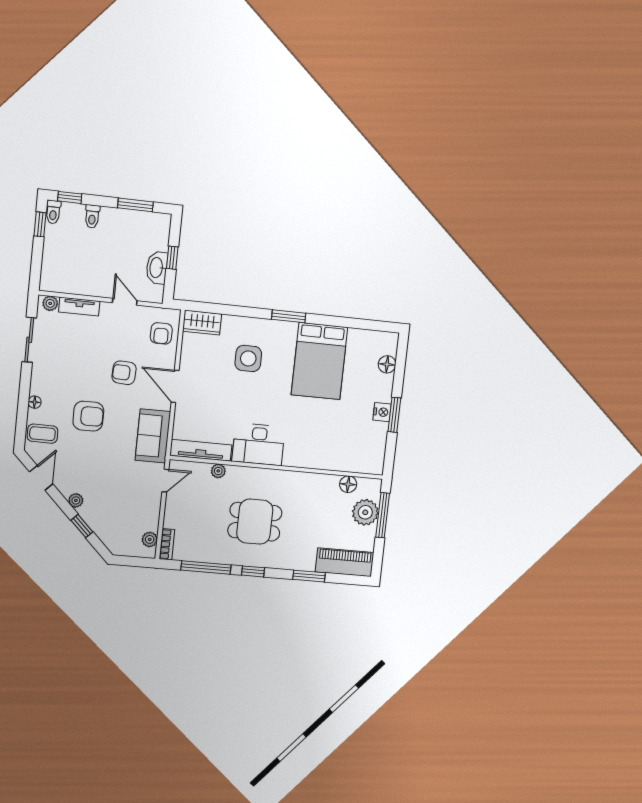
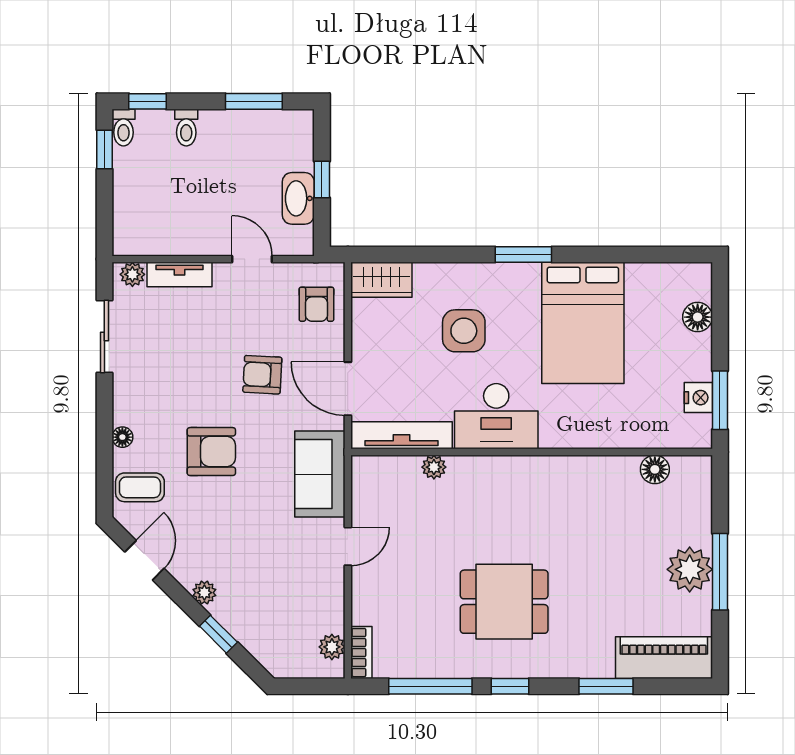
desk: (259, 444) -> (496, 416), moved
tv unit: (201, 450) -> (402, 435), moved
wall: (277, 467) -> (532, 452), moved
plant: (218, 471) -> (434, 467), moved
floor lamp: (348, 484) -> (655, 469), moved

